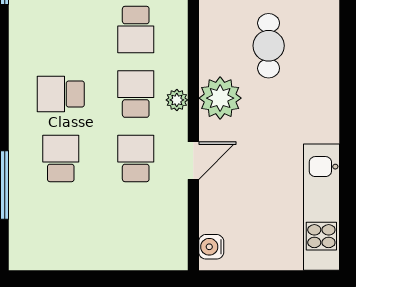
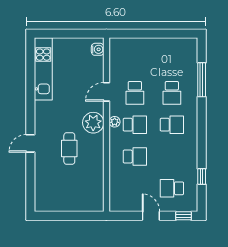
school desk: (136, 30) -> (135, 157), turned 90
door: (348, 56) -> (30, 143), added
school desk: (136, 94) -> (135, 125), turned -90

